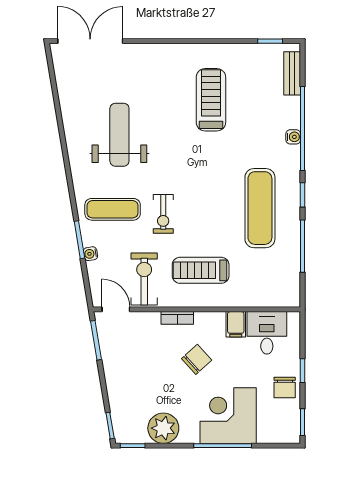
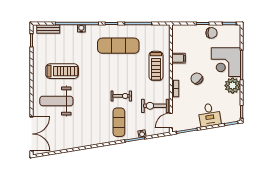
double door: (90, 41) -> (32, 134), swing flipped
treadmill: (211, 100) -> (62, 71), turned 180
weight bench: (119, 135) -> (56, 101), moved
treadmill: (201, 270) -> (156, 66), moved
desk: (267, 333) -> (209, 115), moved, turned -99
plant: (163, 428) -> (233, 86), moved

